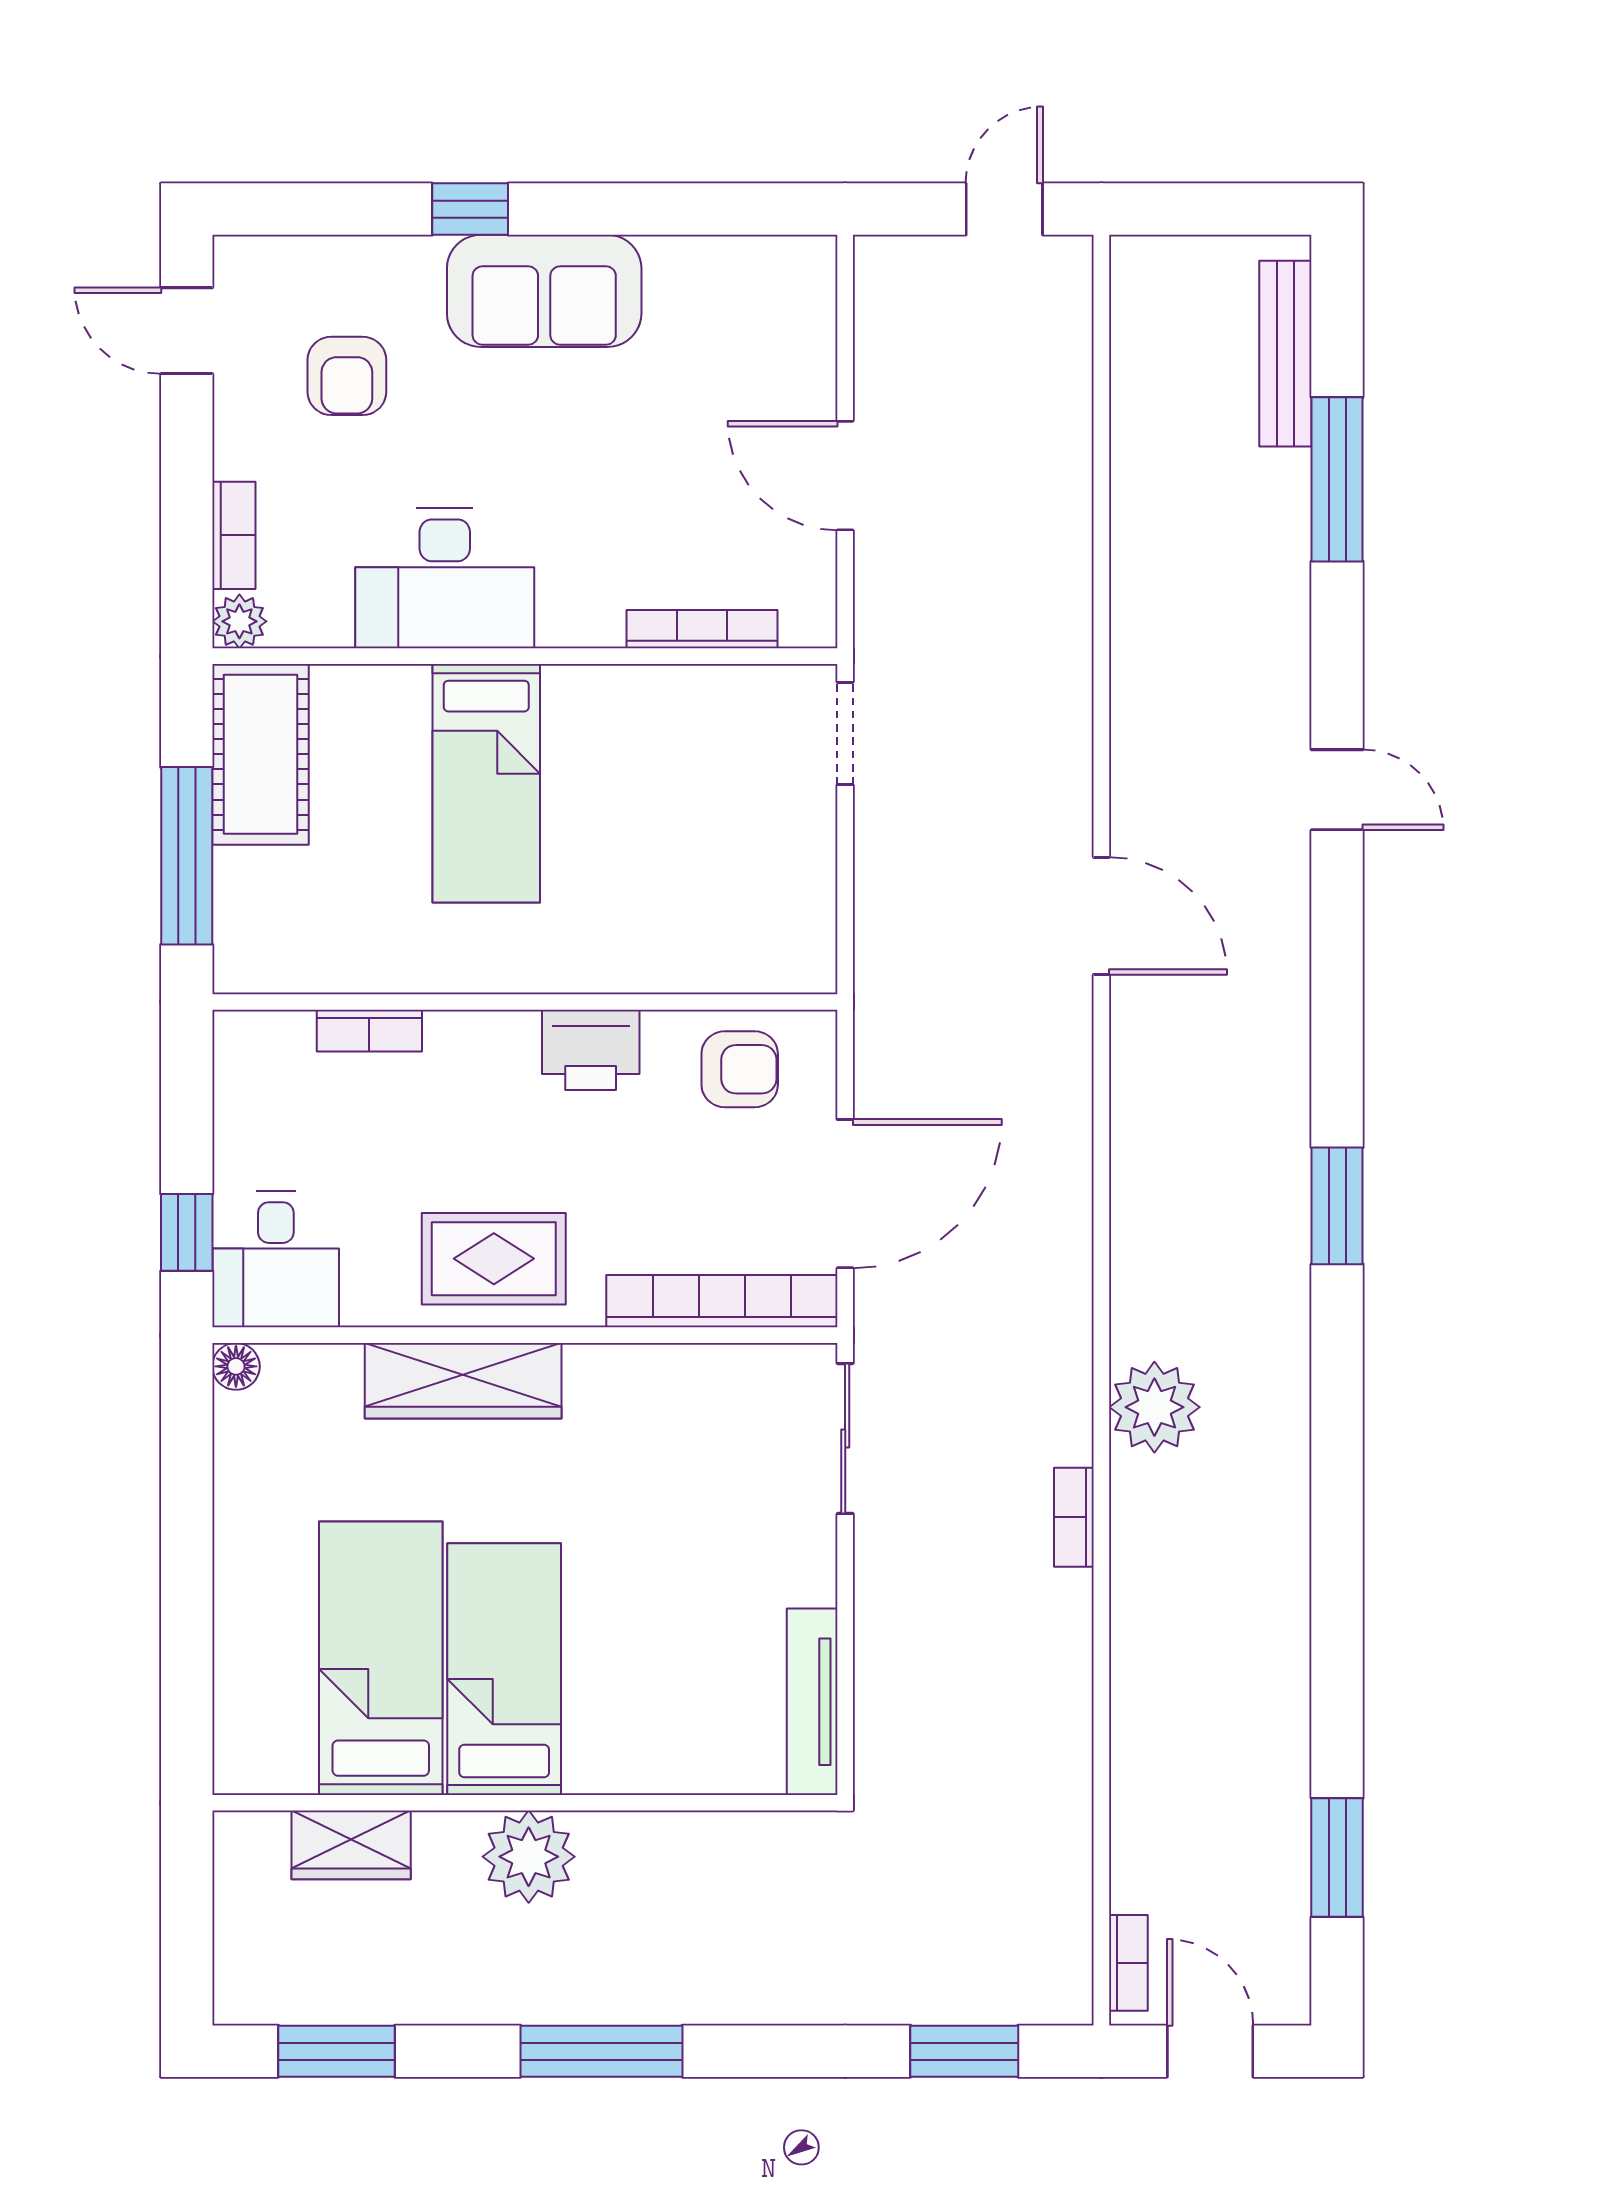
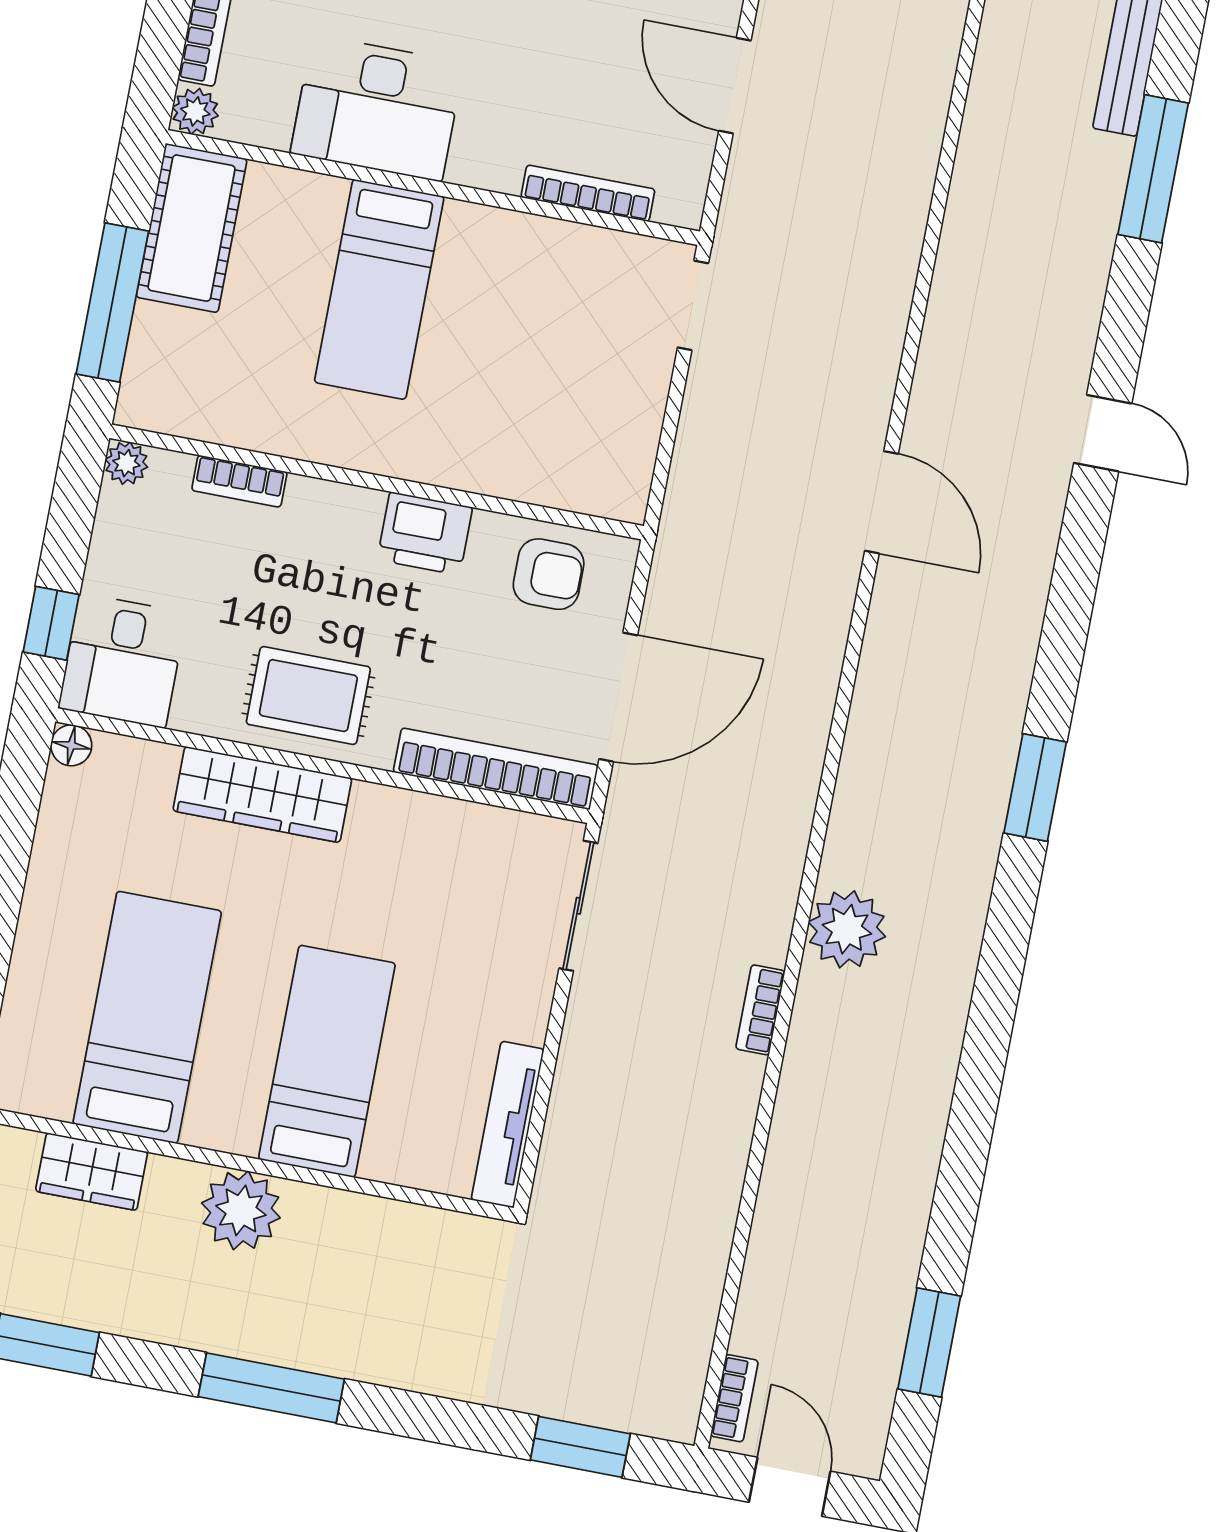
plant: (237, 1035) -> (126, 463), added
bed: (504, 1669) -> (327, 1061), moved

